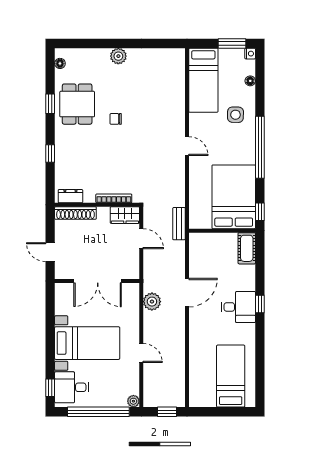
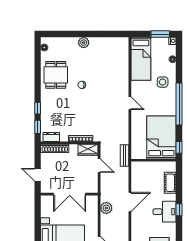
window: (50, 104) -> (38, 127), moved
cot: (247, 248) -> (170, 183), moved

